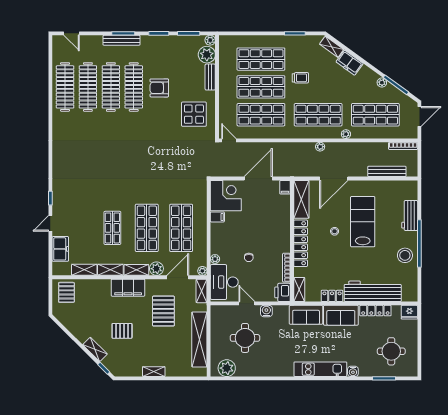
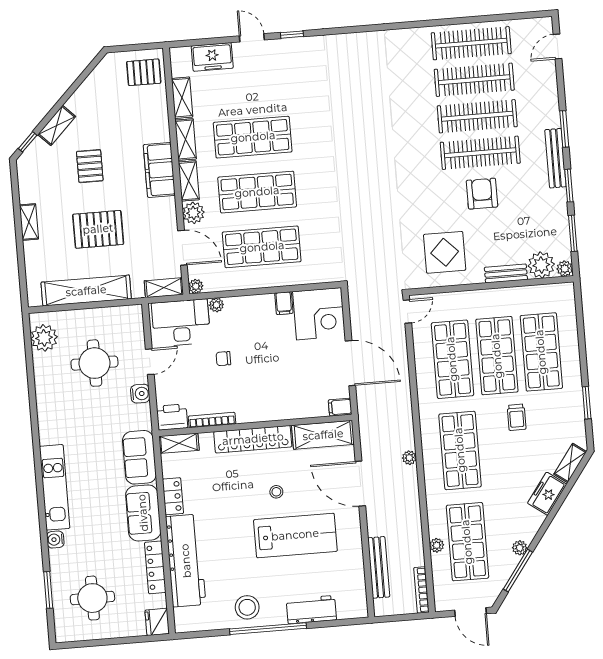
bench: (121, 40) -> (555, 158), moved
plant: (346, 134) -> (437, 545), moved
shop shelf: (112, 228) -> (253, 137), width x1.43, depth x1.36
pallet: (163, 311) -> (98, 229), moved

